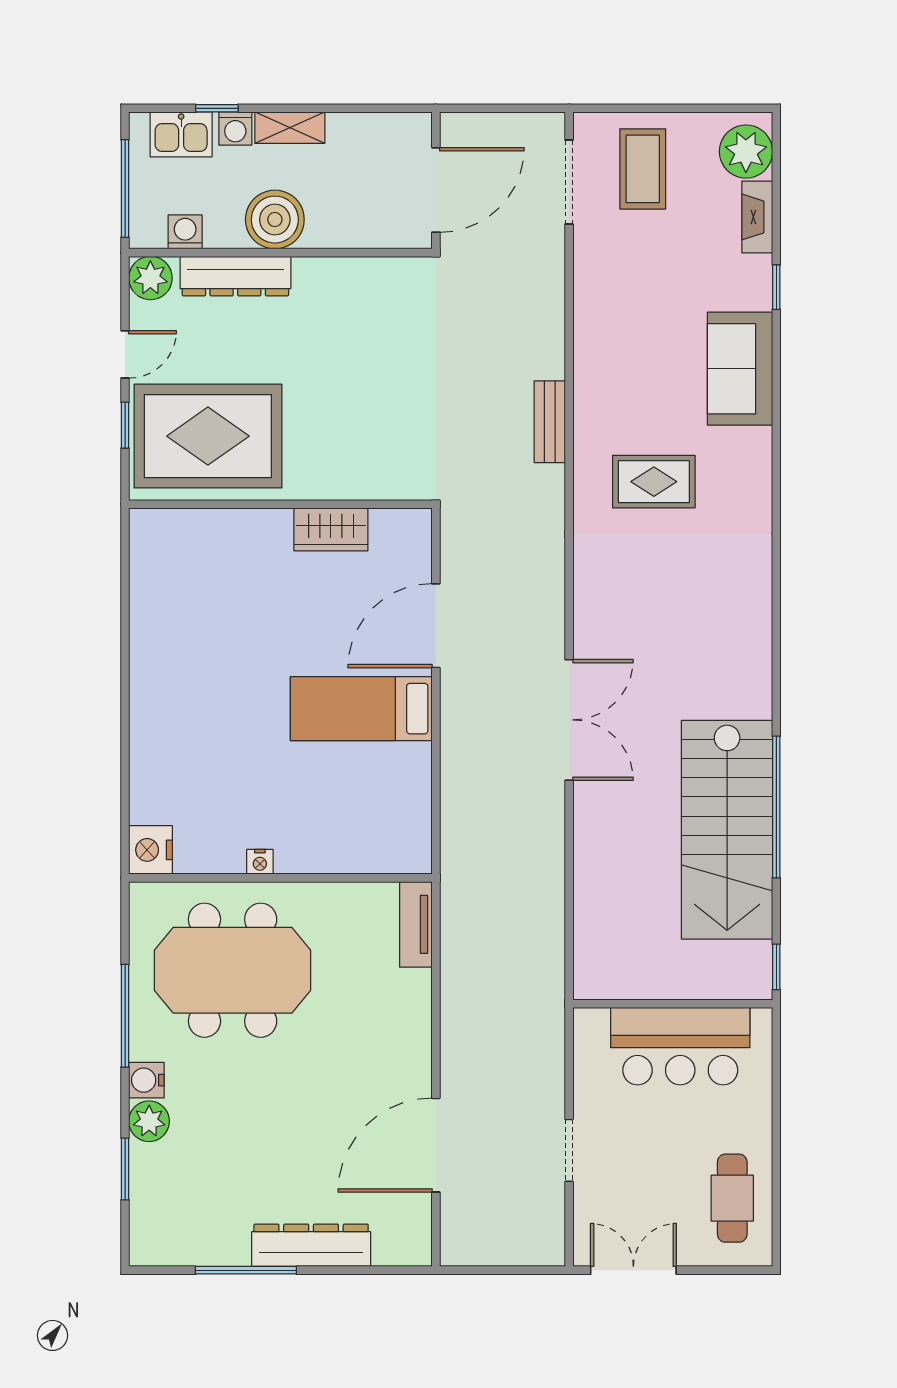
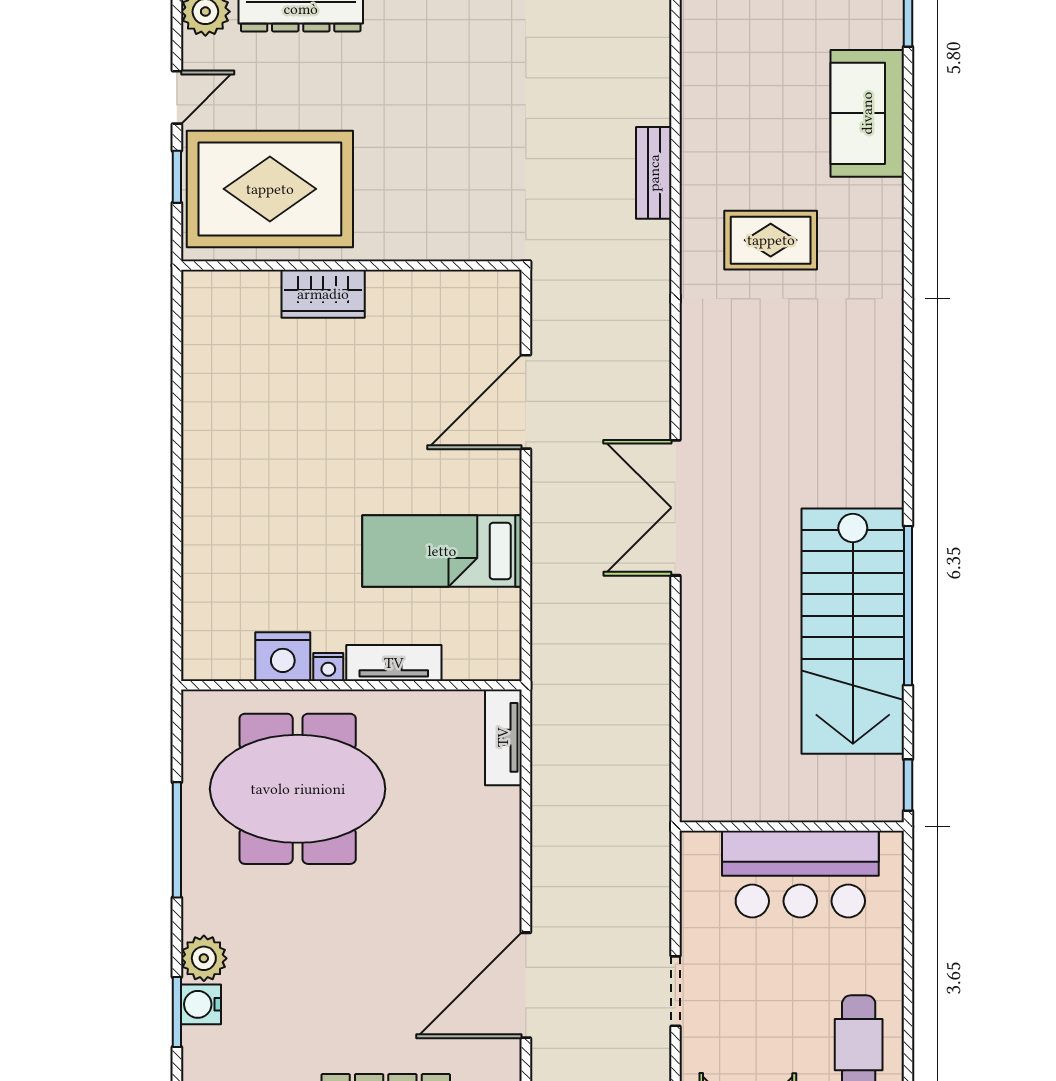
wardrobe: (331, 529) -> (323, 294), moved
bed: (361, 709) -> (442, 551), moved
double door: (569, 720) -> (675, 508), swing flipped
nightstand: (151, 850) -> (283, 657), moved, turned -90
tv unit: (318, 858) -> (394, 663), added
water cooler: (146, 1080) -> (201, 1004), moved

